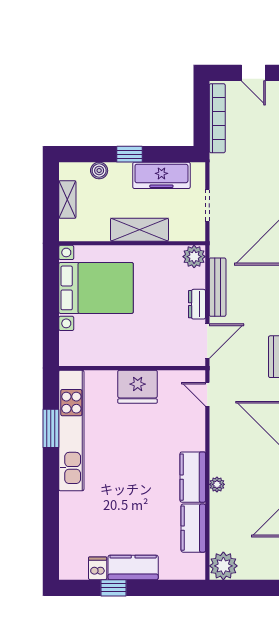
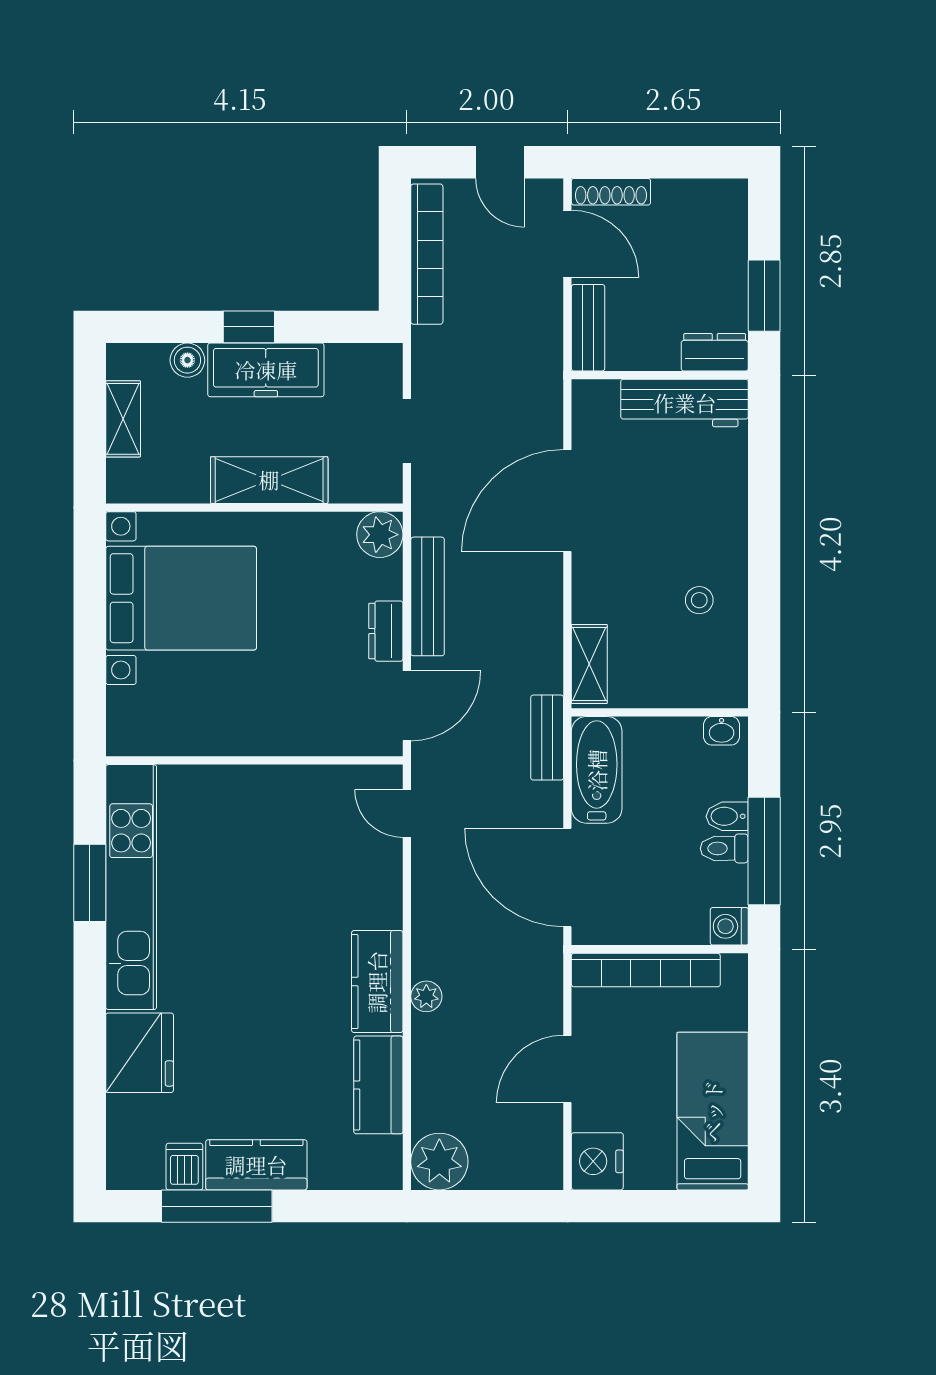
freezer: (161, 175) -> (266, 370), moved
fridge: (138, 387) -> (140, 1053), moved, turned -90
window: (114, 588) -> (217, 1206), width x2.17

